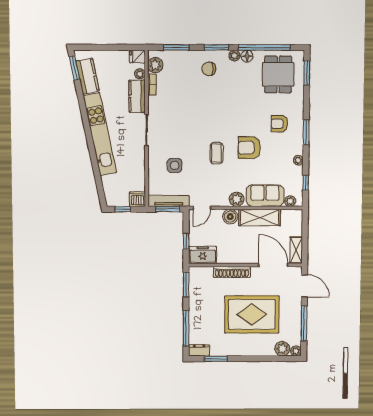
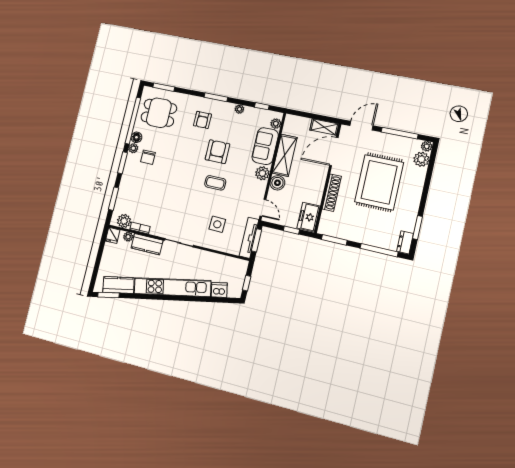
chair: (209, 69) -> (148, 157), moved
armchair: (249, 148) -> (217, 152), turned 180
dishwasher: (137, 199) -> (219, 290), moved, turned 78

